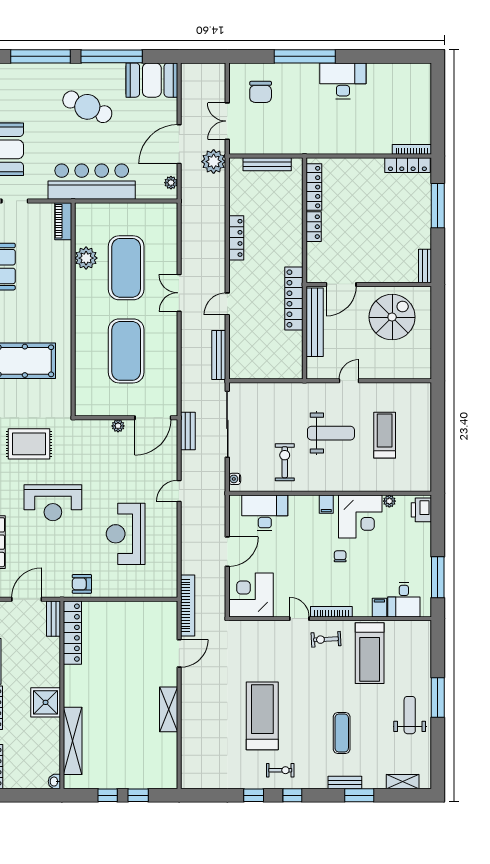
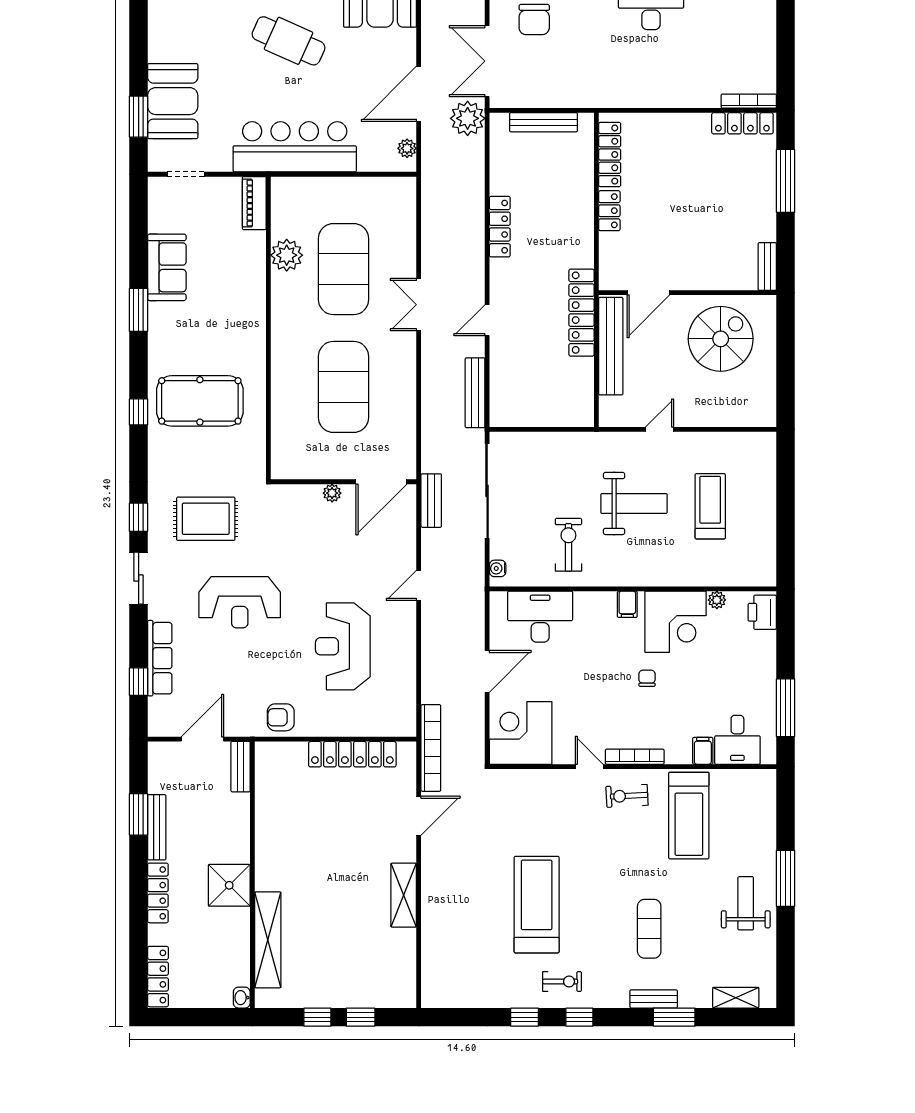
double door: (227, 121) -> (487, 61), width x1.37
locker: (72, 633) -> (352, 754), moved, turned 90

